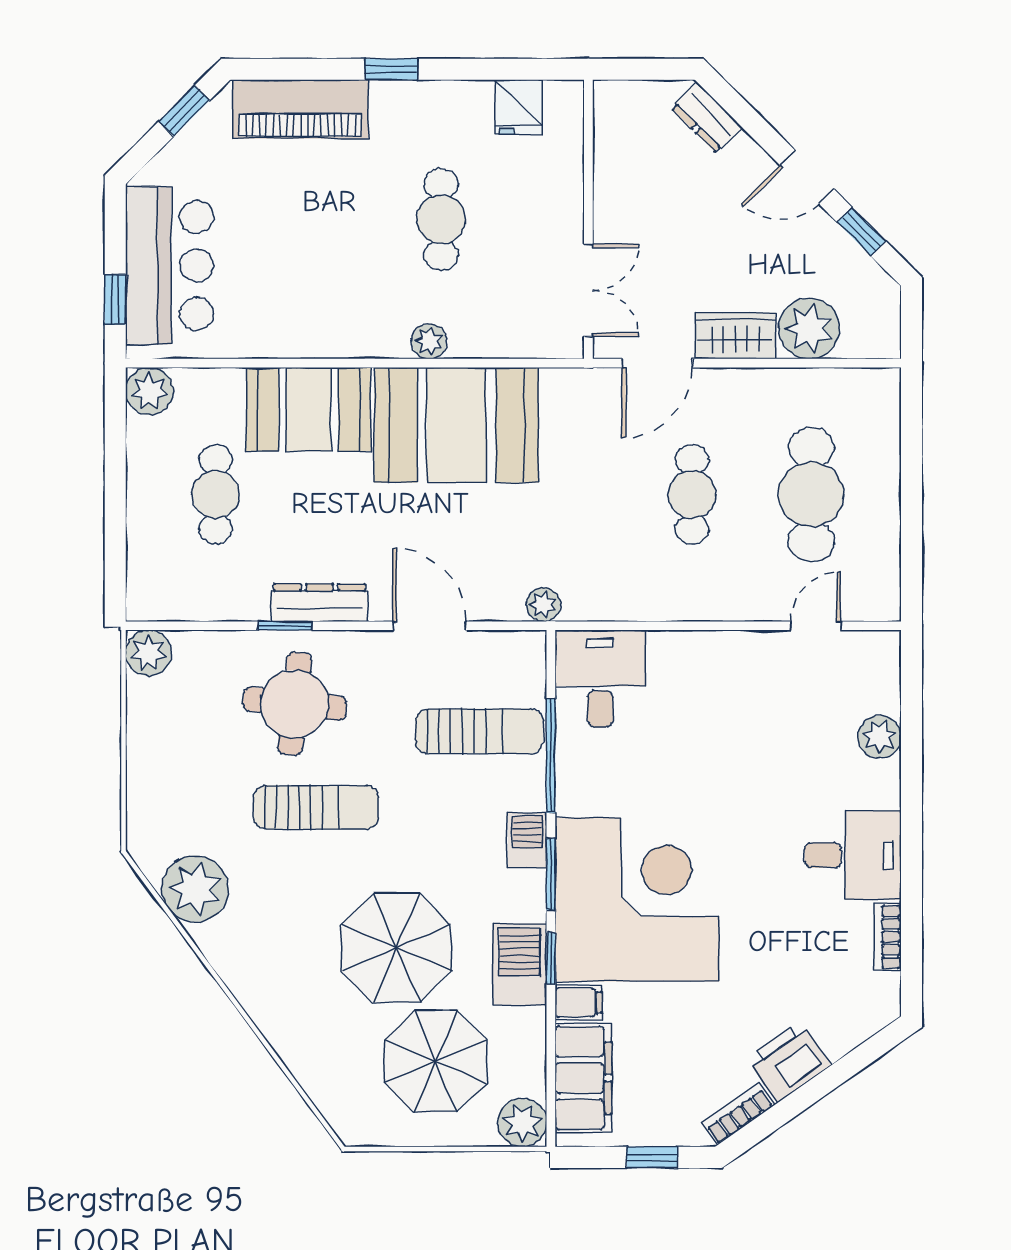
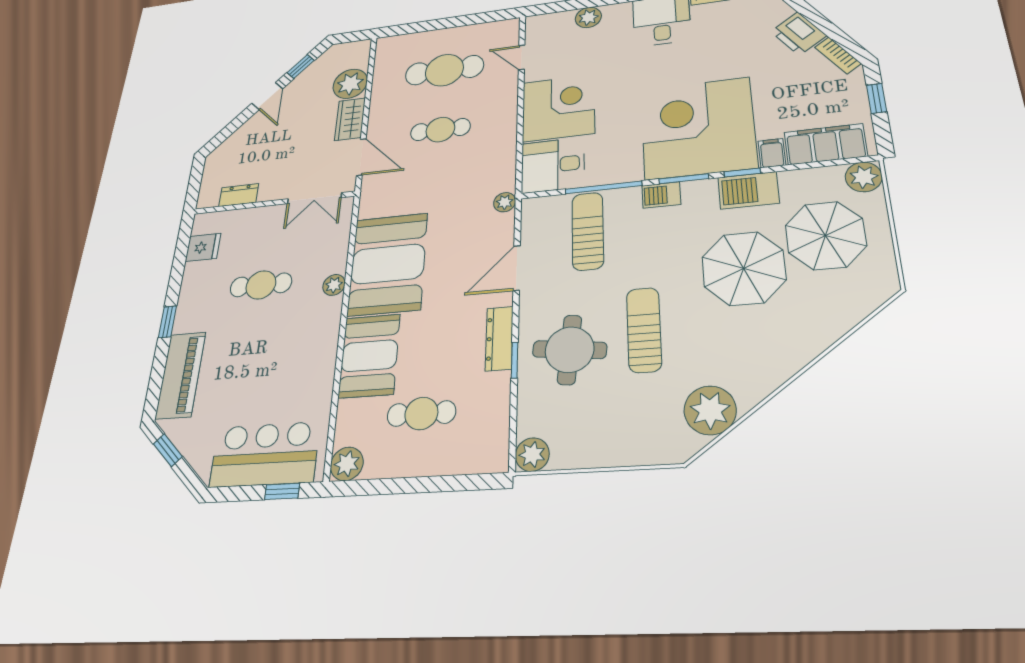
dresser: (707, 118) -> (239, 195), moved, turned -135
double door: (588, 290) -> (314, 198), swing flipped
corner desk: (706, 687) -> (558, 108), added

